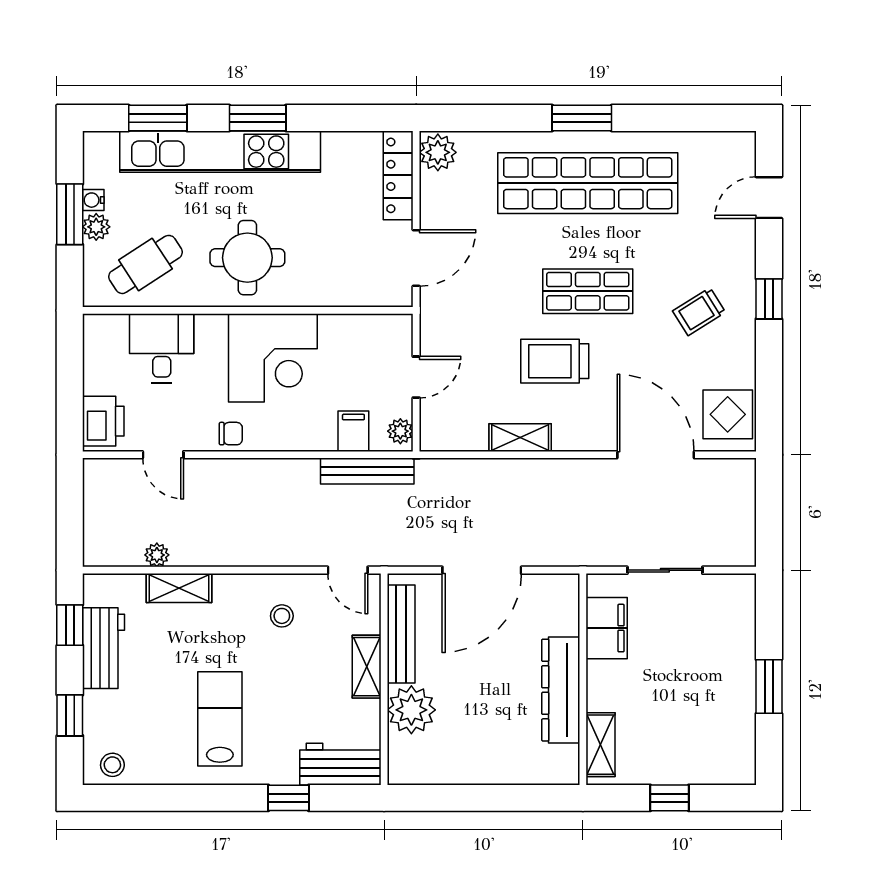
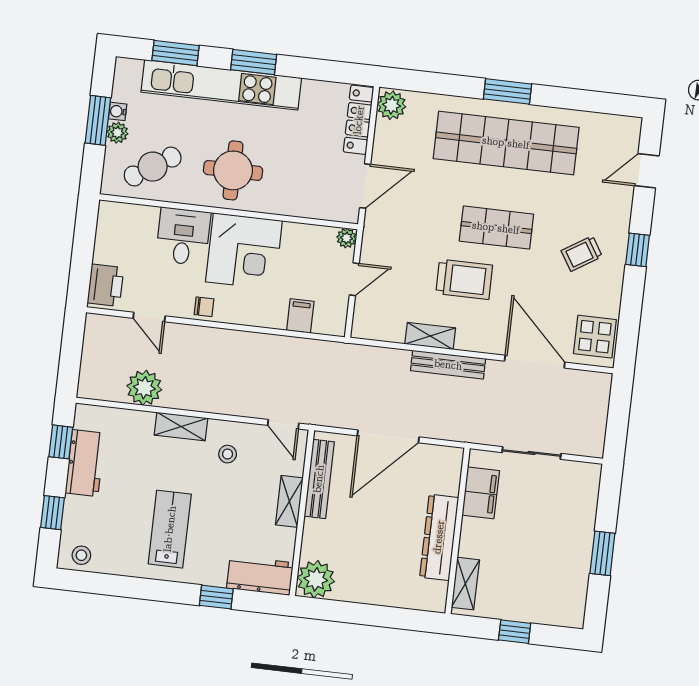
desk: (162, 348) -> (183, 236), moved
trolley: (555, 361) -> (464, 279), turned 180
plant: (400, 431) -> (347, 238), moved
bench: (367, 471) -> (448, 365), moved
plant: (157, 555) -> (144, 388), width x1.88, depth x1.88
shelving: (179, 588) -> (181, 427), moved
plant: (411, 710) -> (316, 579), moved

